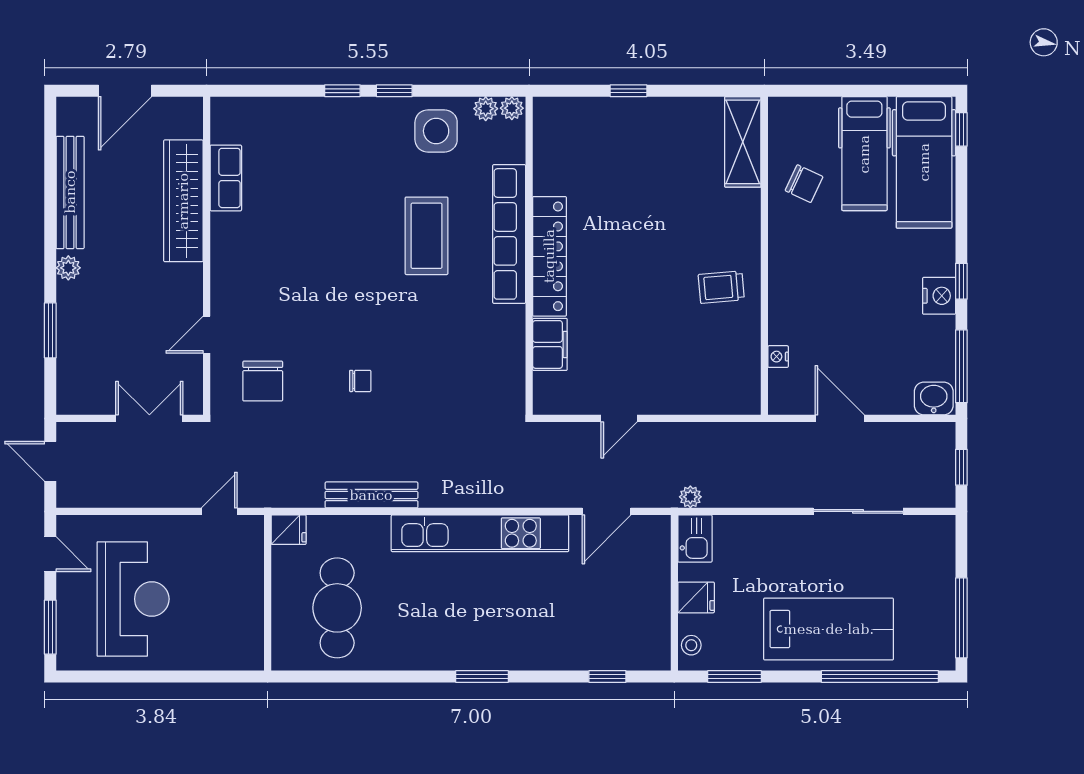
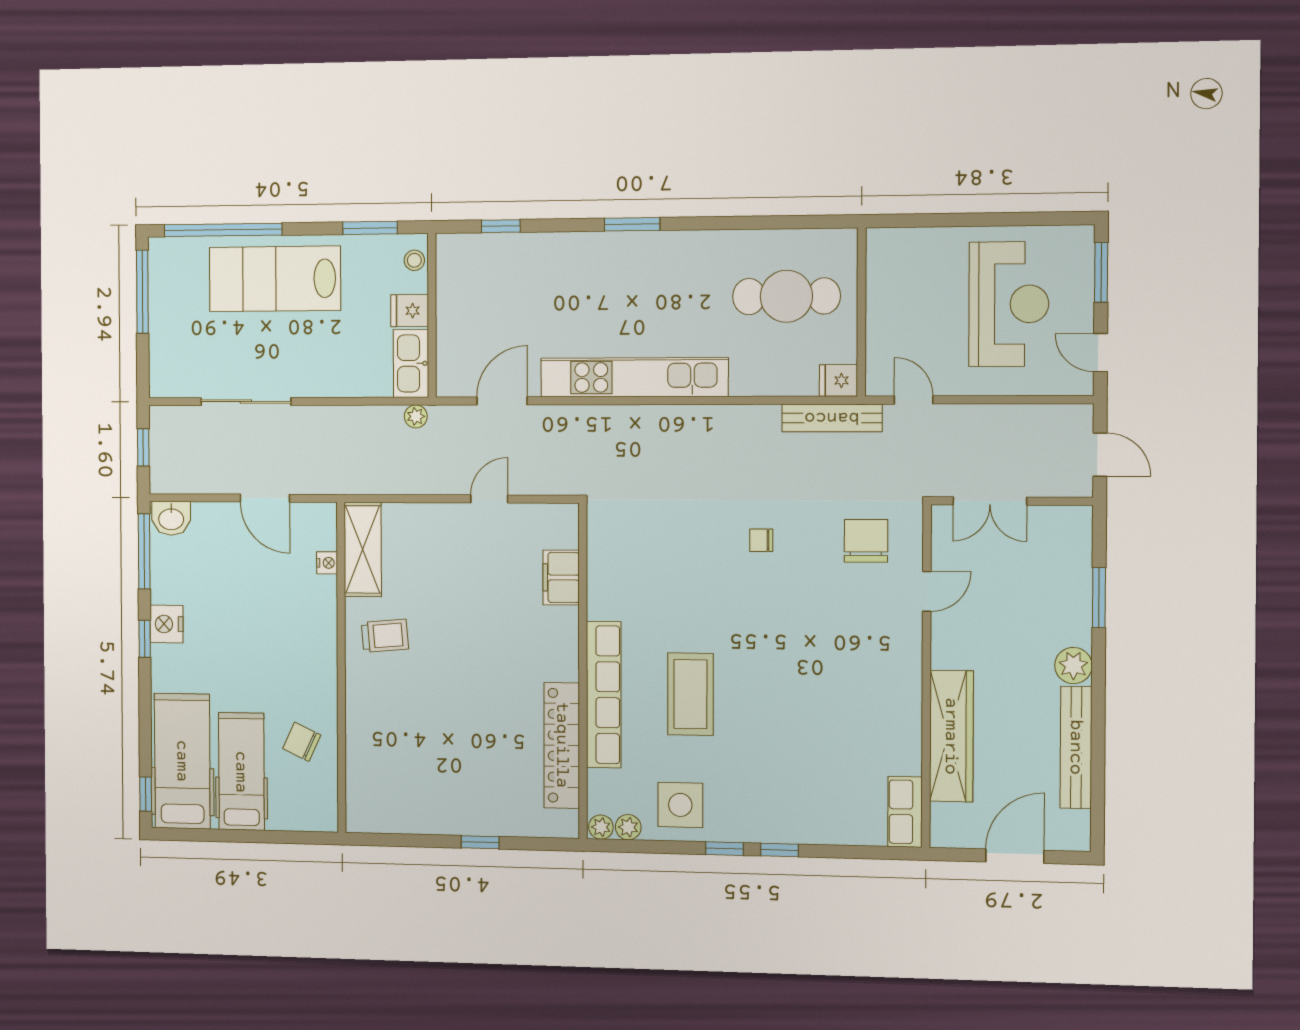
shelving: (743, 142) -> (363, 549), moved
row of seats: (226, 178) -> (905, 812), moved
locker: (549, 256) -> (562, 745), moved
plant: (68, 268) -> (1073, 666), width x1.38, depth x1.38
bench: (371, 495) -> (832, 418), moved
door: (219, 511) -> (914, 400), swing flipped
kitchen sink: (695, 539) -> (411, 363), width x1.38
reception desk: (133, 599) -> (1009, 304), turned 180
cafe table: (337, 608) -> (786, 296), turned 90

